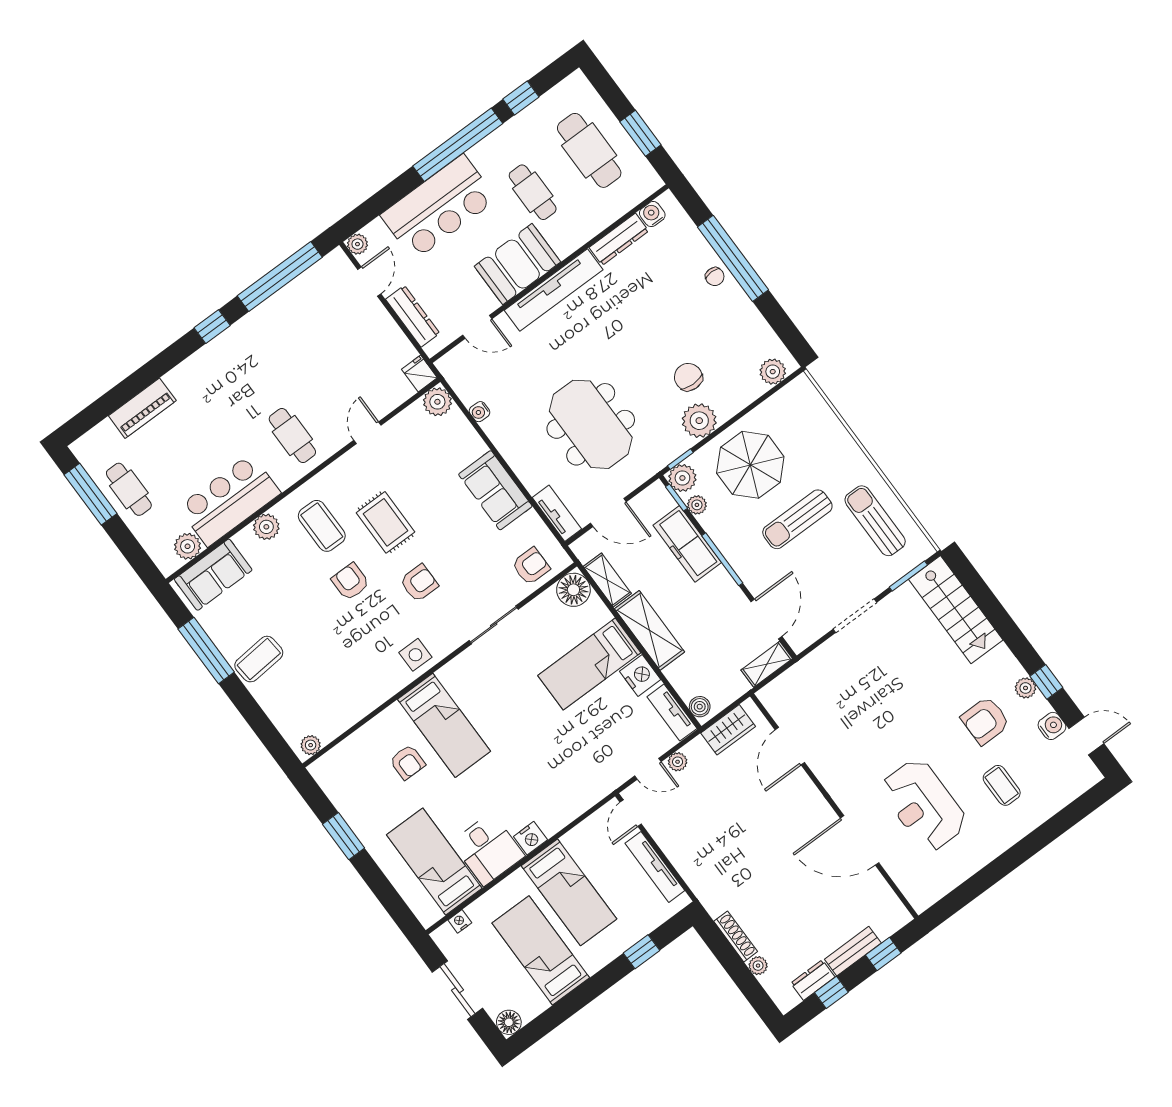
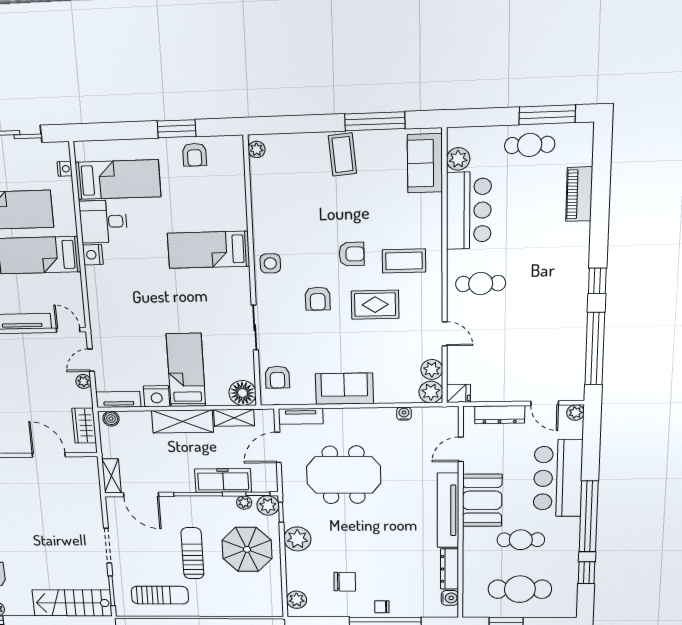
chair: (688, 377) -> (345, 582), moved
plant: (266, 527) -> (432, 369), moved
armchair: (408, 762) -> (194, 155), moved, turned -90

